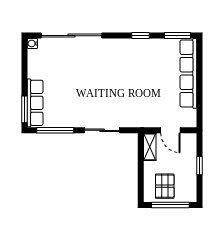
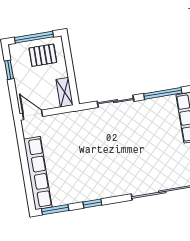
door: (170, 130) -> (33, 115), moved
window: (200, 166) -> (9, 70), moved
pallet: (165, 186) -> (43, 55), turned 90

